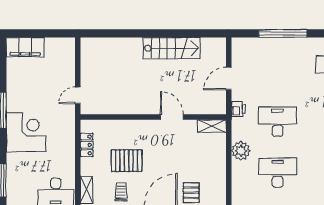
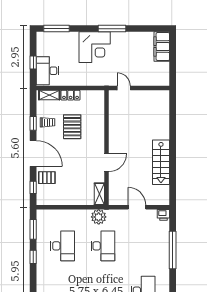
printer: (238, 109) -> (163, 215), moved
locker: (87, 145) -> (71, 95), moved
plant: (241, 151) -> (99, 217), moved

